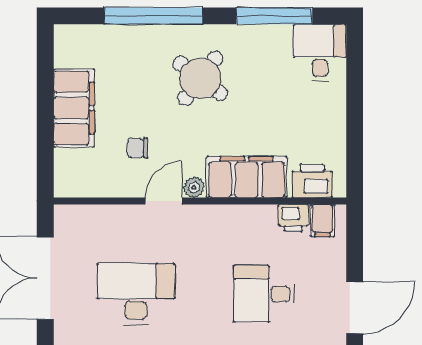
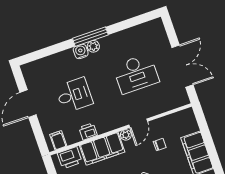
printer: (293, 218) -> (88, 131), moved

